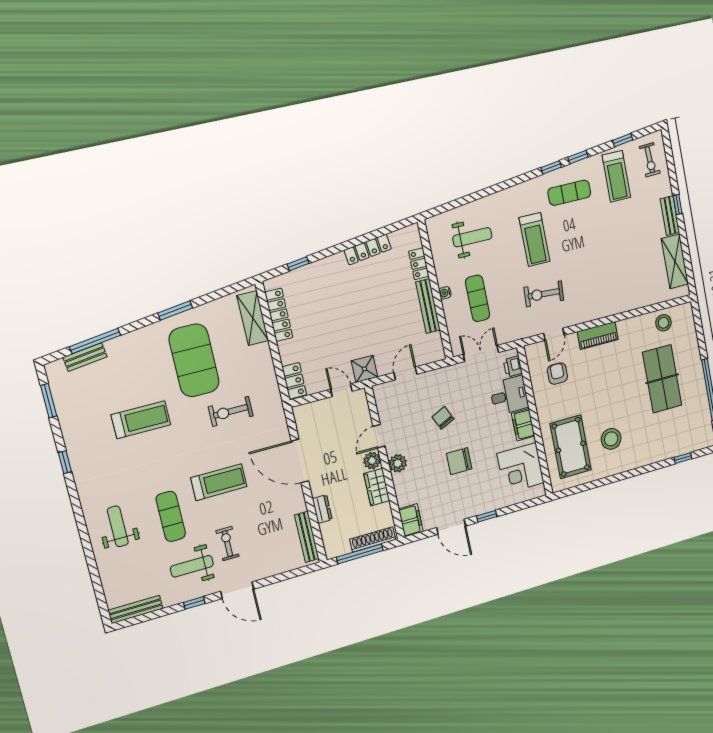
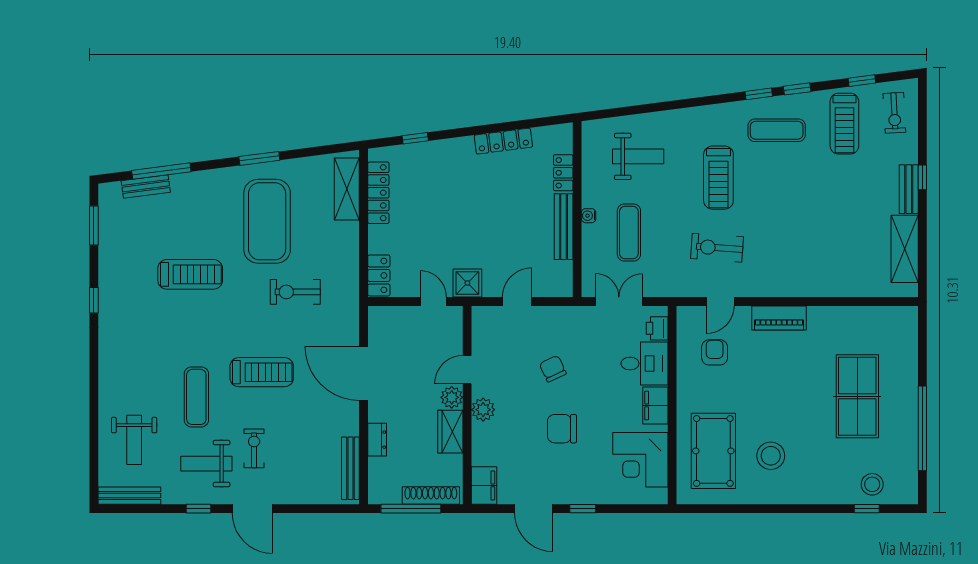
stool: (663, 323) -> (872, 484), moved
weight bench: (118, 526) -> (134, 440), moved, turned 180

